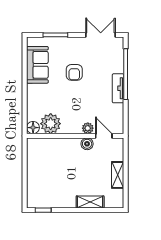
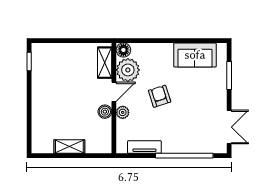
armchair: (74, 72) -> (160, 96), moved, turned 72
tv unit: (118, 88) -> (144, 147), moved
door: (104, 136) -> (114, 92), moved
shelving: (90, 202) -> (105, 63), moved

